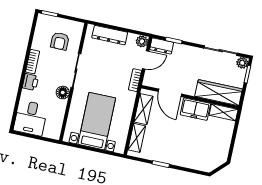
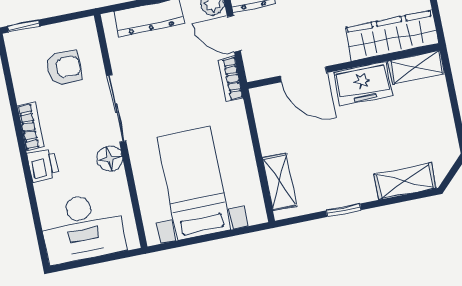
armchair: (60, 41) -> (64, 68), turned -90
door: (146, 60) -> (234, 34), swing flipped
shelving: (143, 109) -> (405, 181), moved, turned 90
desk: (31, 118) -> (82, 228), width x1.37

